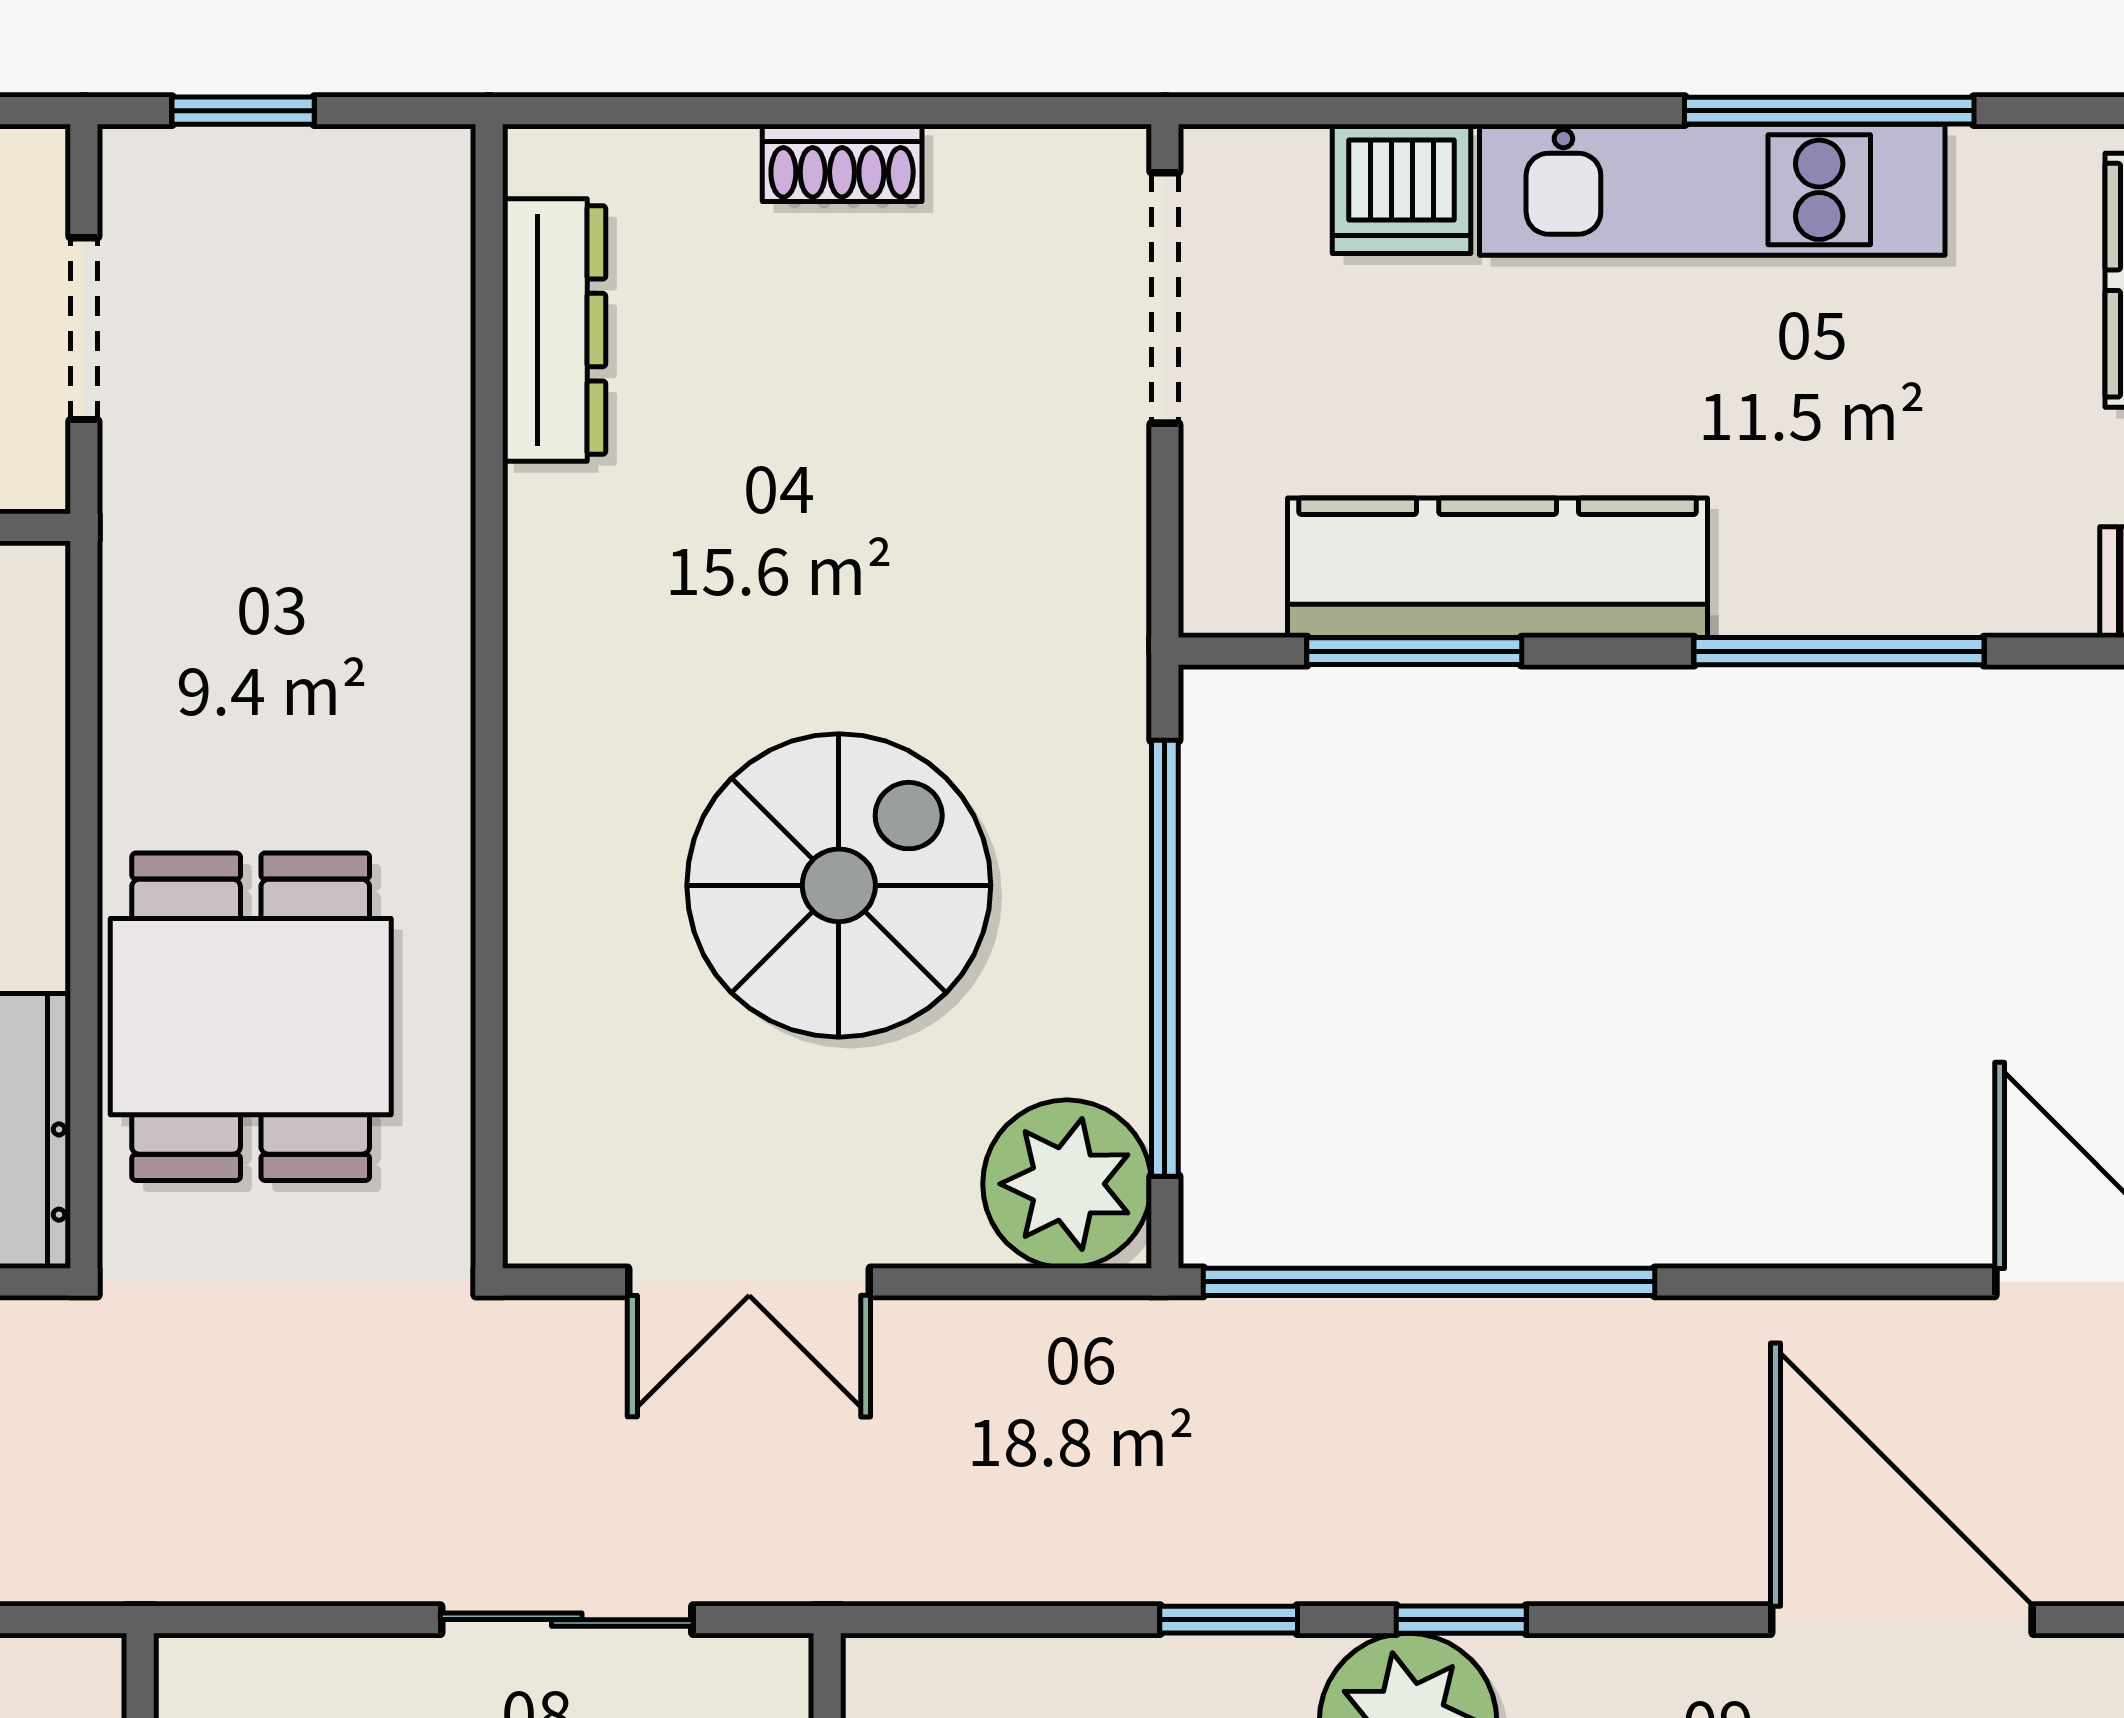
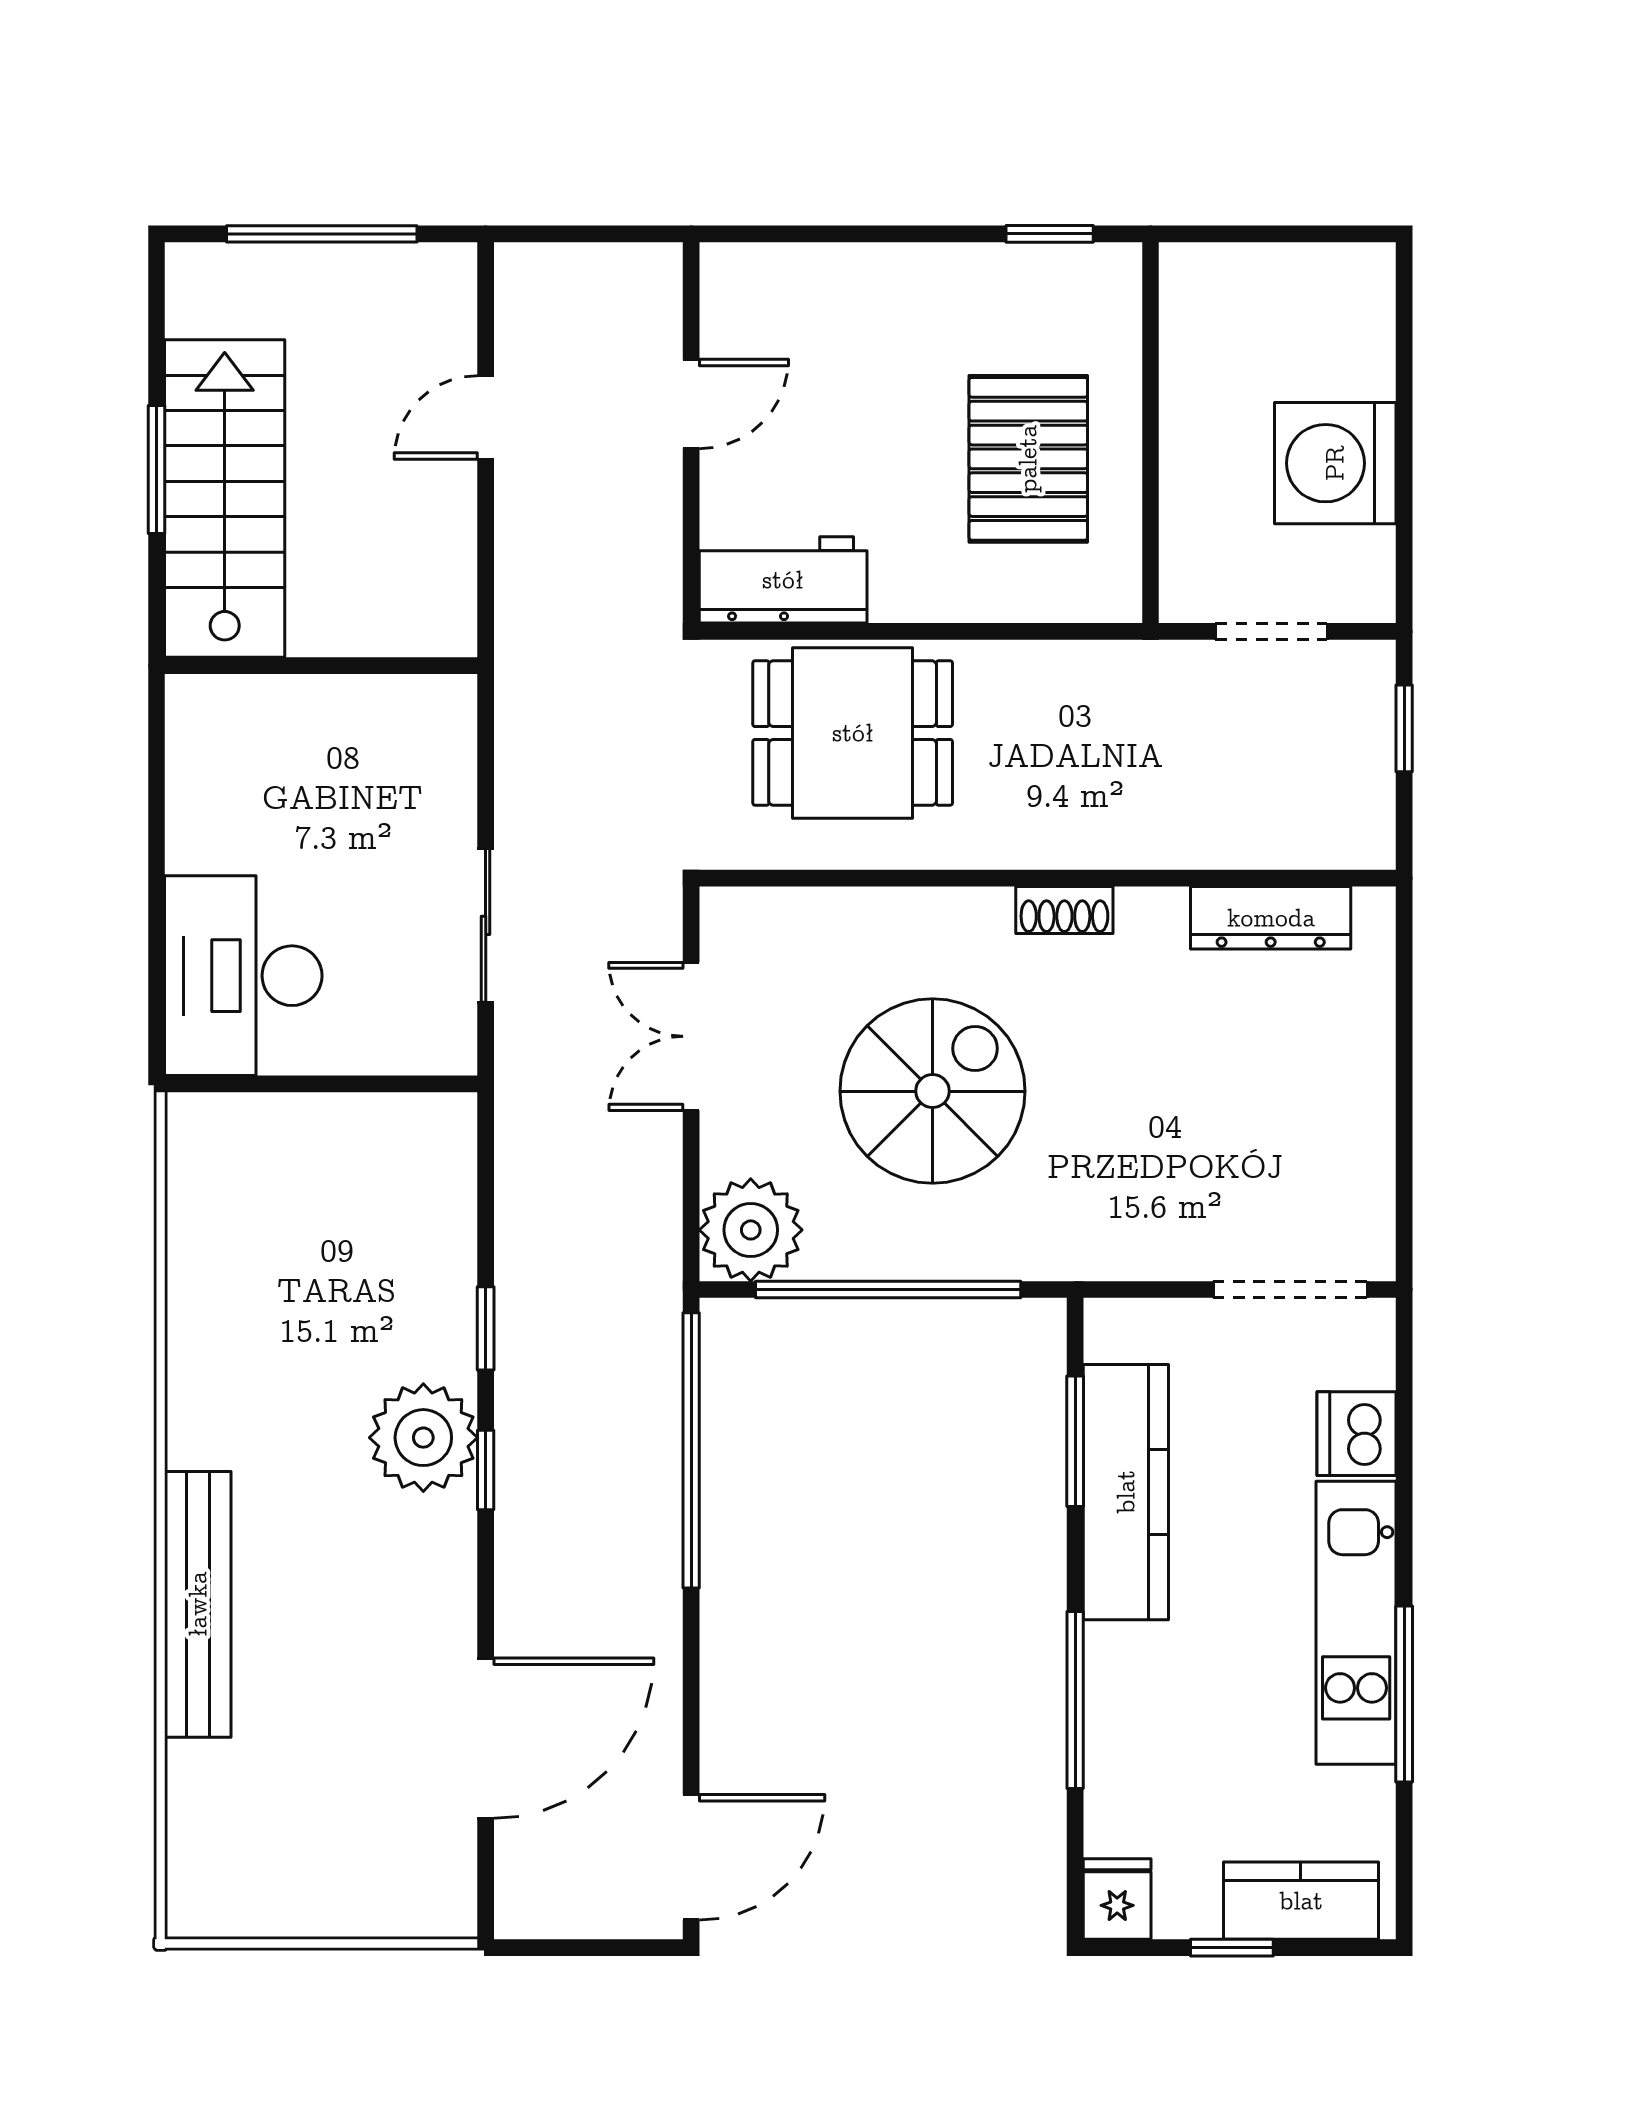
shoe rack: (842, 163) -> (1064, 910), moved, turned -90
spiral stairs: (839, 885) -> (933, 1091), turned -90

